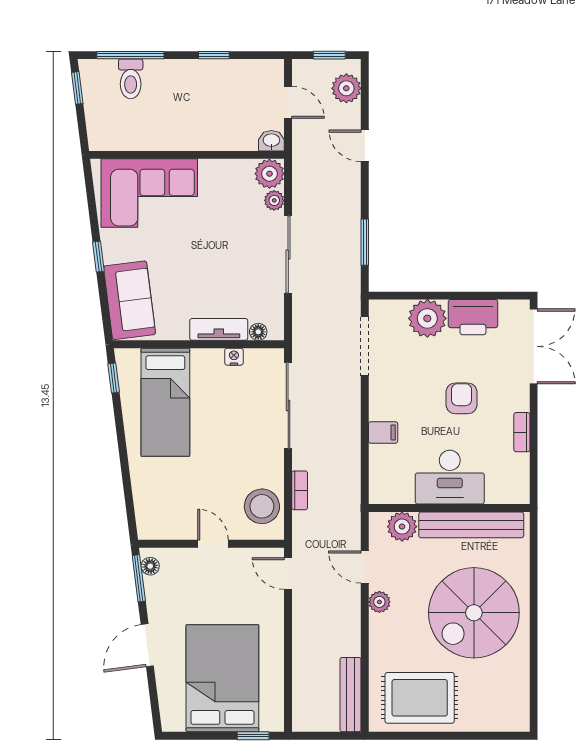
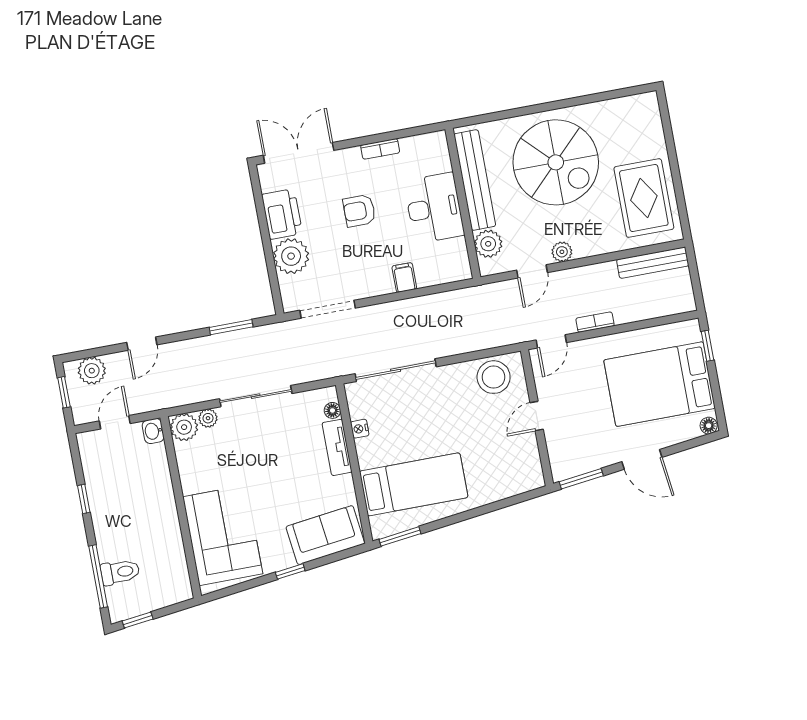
window: (114, 378) -> (400, 536), width x1.50
bookcase: (300, 490) -> (595, 322), moved
floor lamp: (150, 566) -> (709, 426), moved

